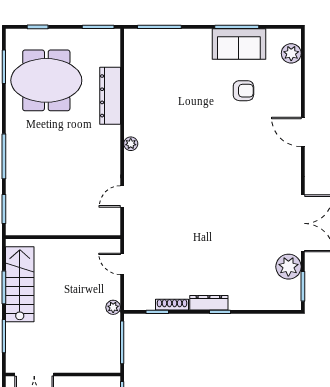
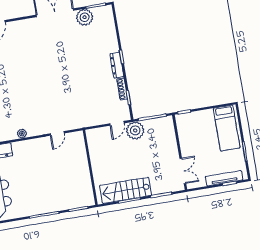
door: (122, 196) -> (57, 133), hinge flipped
door: (122, 264) -> (117, 123), moved
plant: (113, 307) -> (135, 130), width x1.88, depth x1.88

